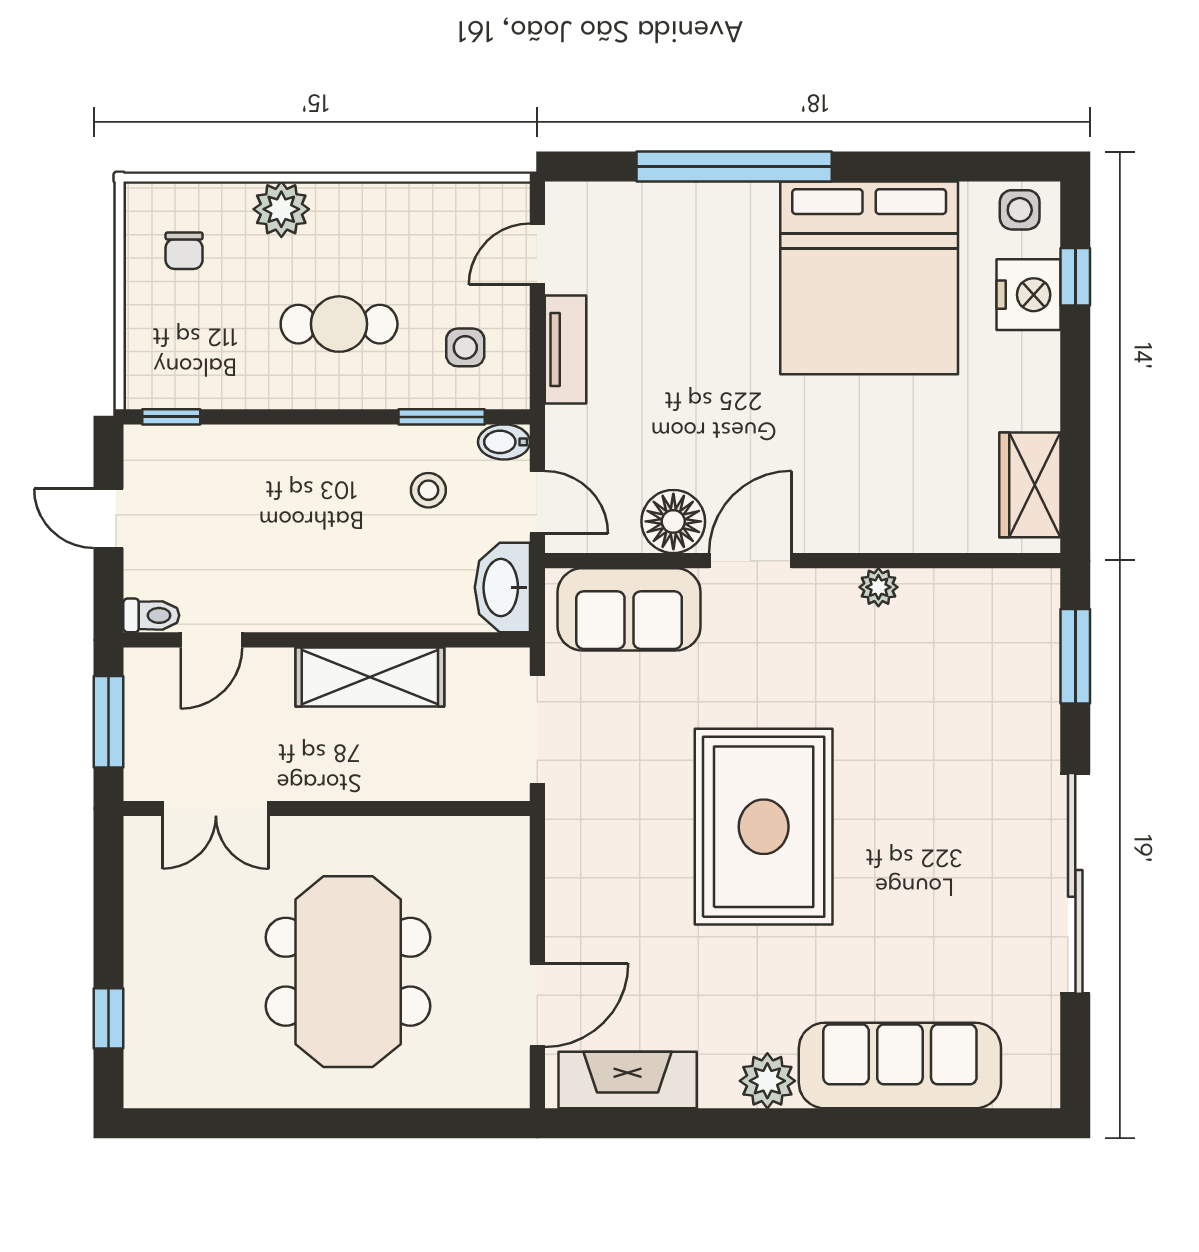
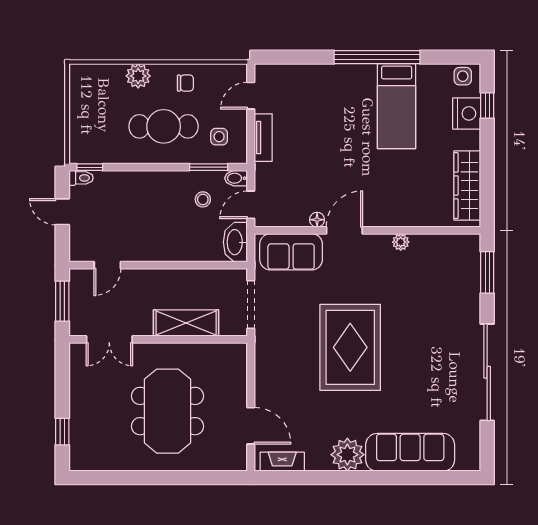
window: (734, 166) -> (377, 57), moved
chair: (184, 251) -> (185, 83), moved, turned -90
bed: (869, 278) -> (397, 106), width x0.49
cafe table: (339, 324) -> (164, 126), width x1.37, depth x1.35
wardrobe: (1030, 485) -> (467, 185), width x1.50
door: (537, 502) -> (251, 205), swing flipped
floor lamp: (673, 521) -> (317, 220), width x0.53, depth x0.53
toilet: (151, 615) -> (81, 178), moved
shelving: (370, 677) -> (186, 323), moved
door: (537, 1005) -> (251, 426), hinge flipped
fireplace: (628, 1080) -> (282, 462), width x0.73, depth x0.76
plant: (767, 1081) -> (347, 455), width x1.36, depth x1.36

